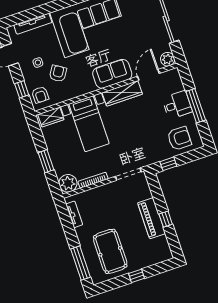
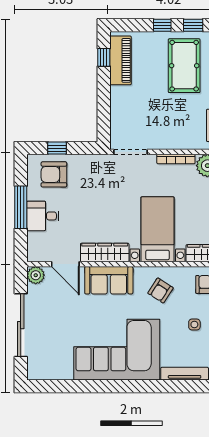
armchair: (58, 73) -> (160, 290), moved
door: (148, 75) -> (65, 264), hinge flipped
window: (168, 164) -> (57, 148), moved
piano: (151, 218) -> (120, 60), moved
window: (166, 219) -> (104, 57), moved
window: (114, 284) -> (193, 25), added

